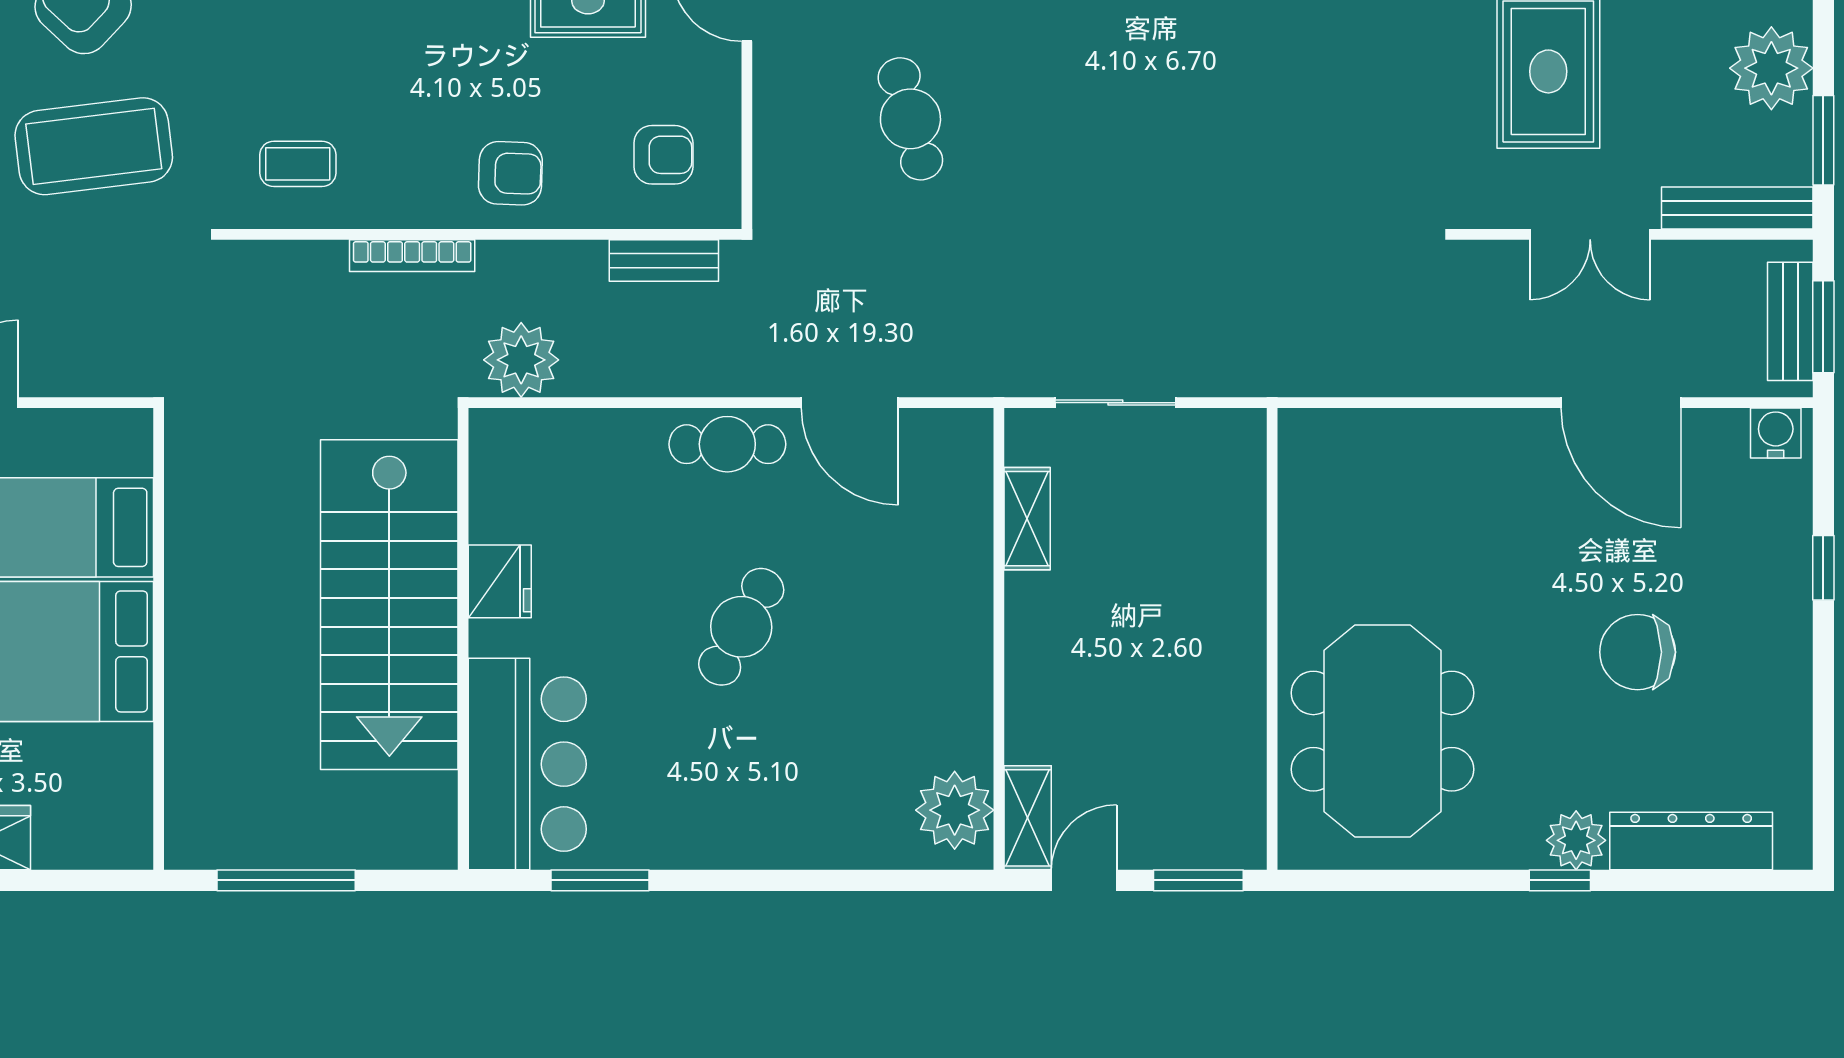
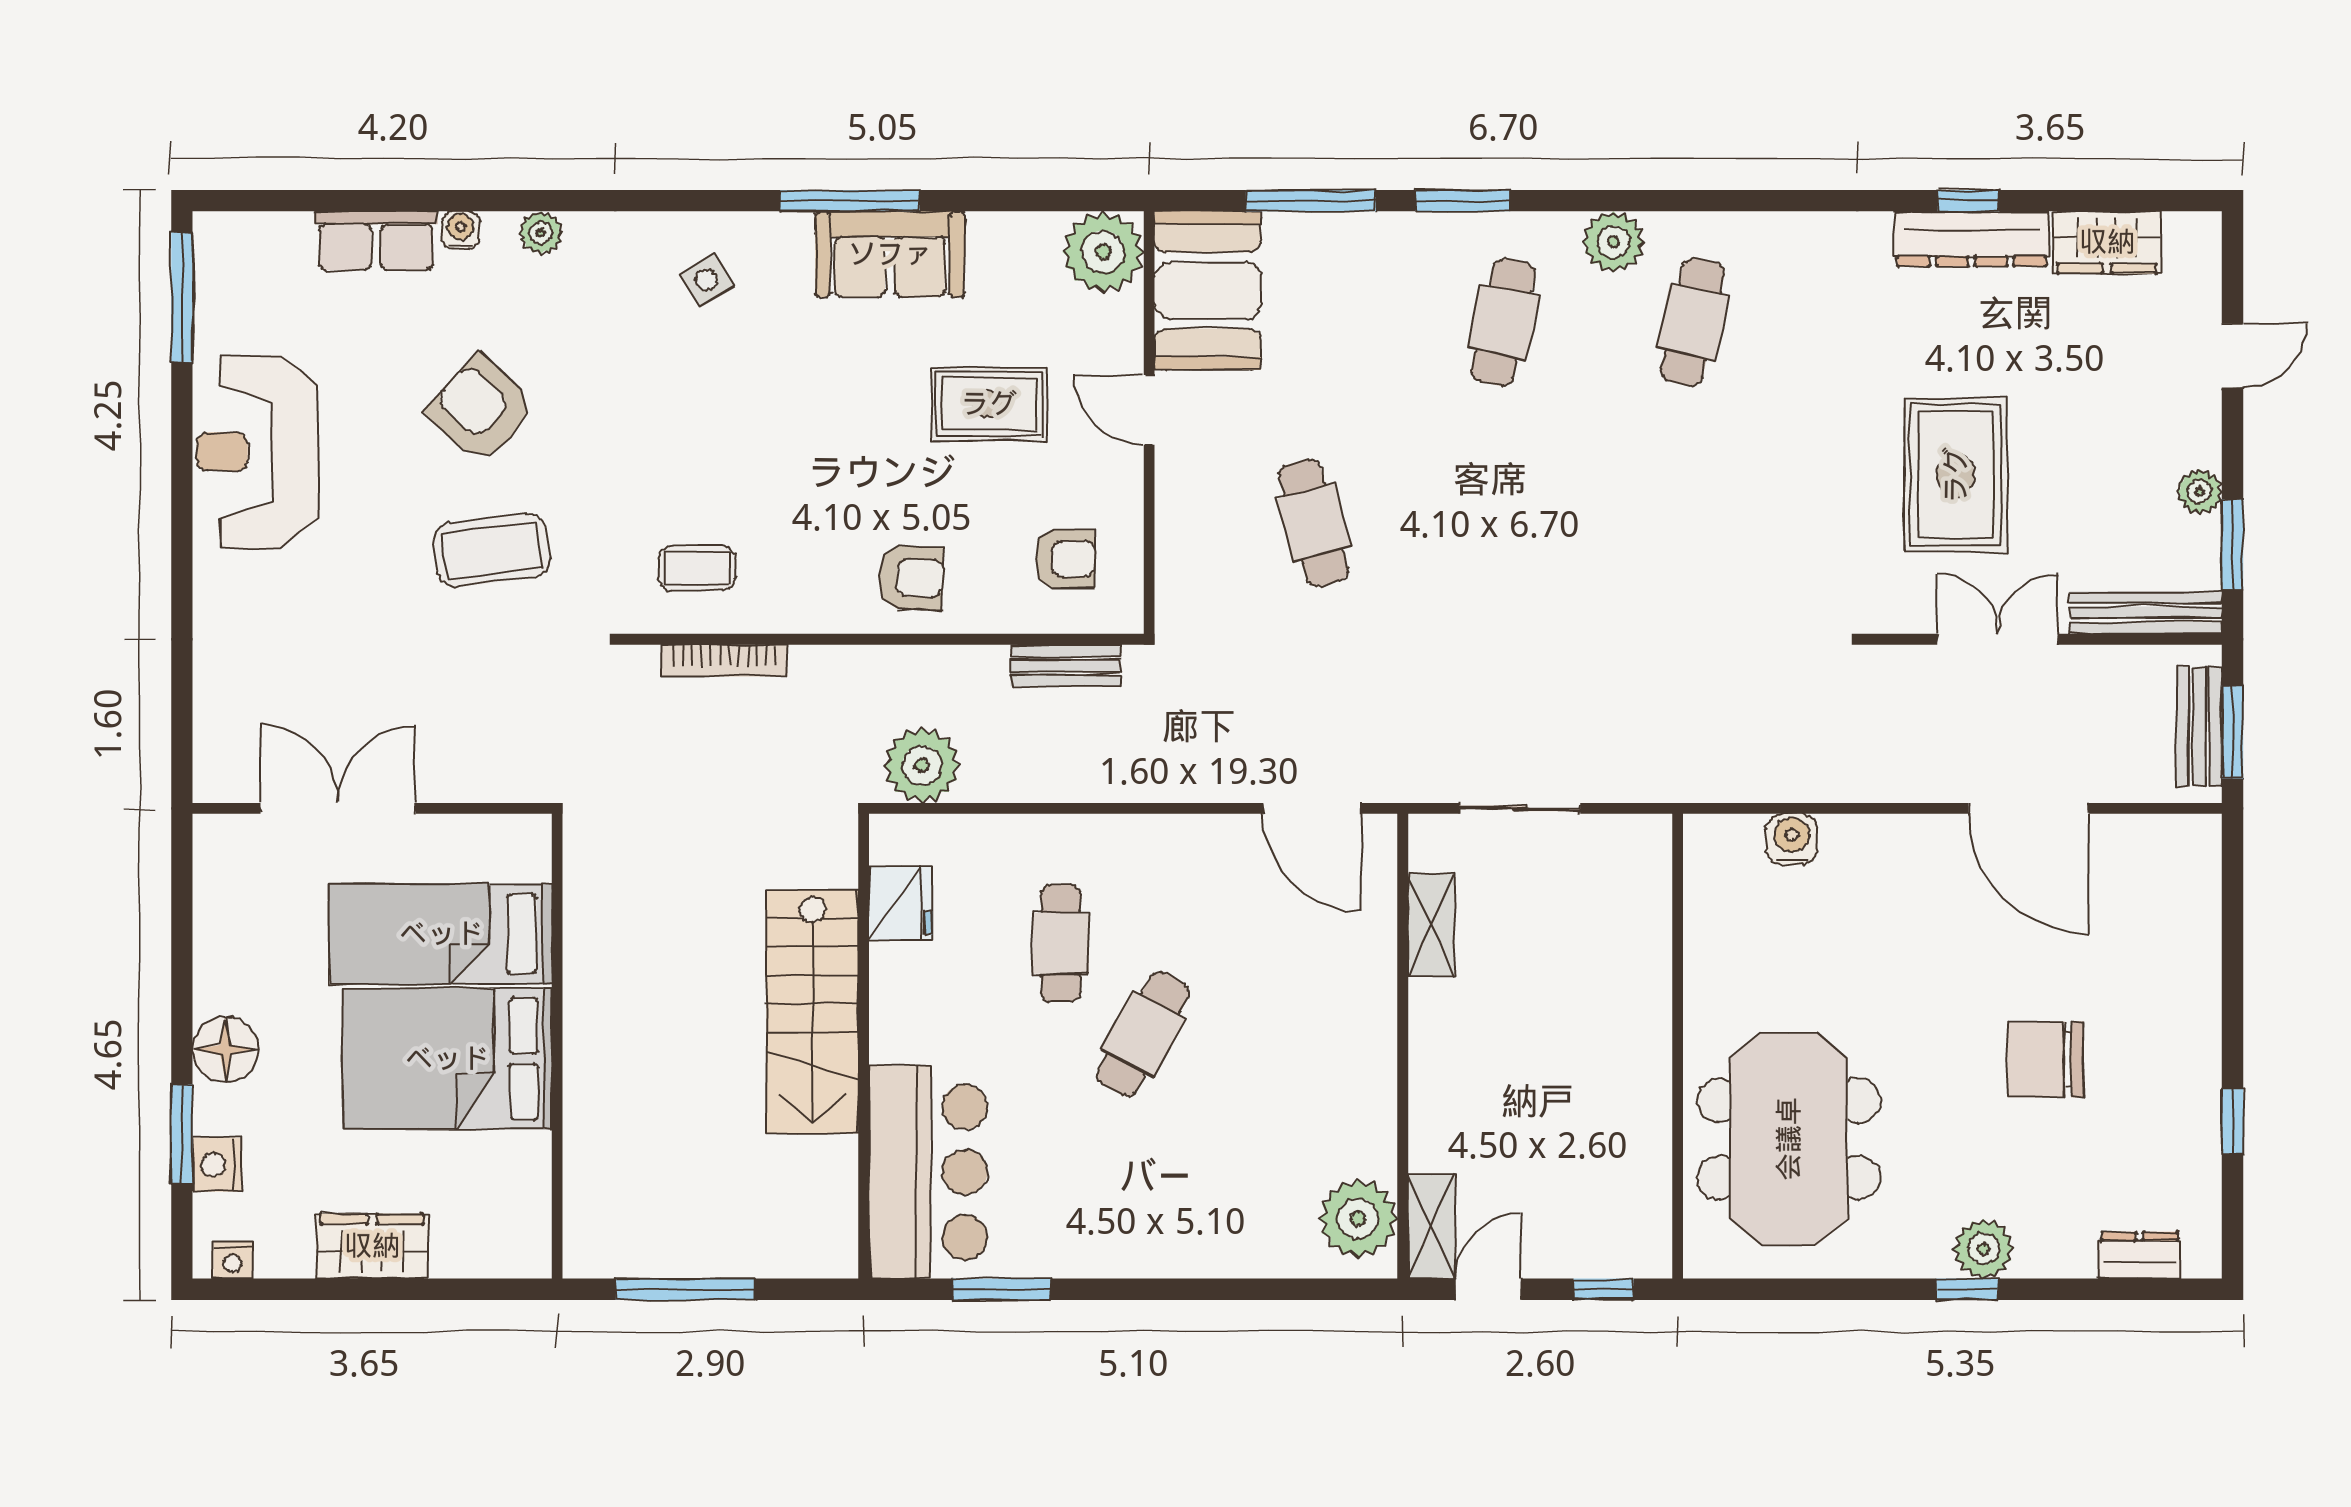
plant: (1771, 68) -> (2200, 491), width x0.53, depth x0.53
coffee table: (94, 146) -> (492, 550), width x0.73, depth x0.76
double door: (1590, 234) -> (1998, 639), swing flipped
bookcase: (412, 256) -> (724, 661), moved
door: (850, 403) -> (1312, 808), moved
water cooler: (1776, 433) -> (1792, 839), moved
cafe table: (727, 444) -> (1061, 943), moved, turned 90
window: (1823, 568) -> (2233, 1121), moved
fridge: (500, 581) -> (900, 904), moved
stairs: (389, 605) -> (812, 1012), width x0.73, depth x0.66
dresser: (1691, 841) -> (2139, 1255), width x0.51, depth x0.80
window: (1198, 880) -> (1603, 1289), width x0.67

